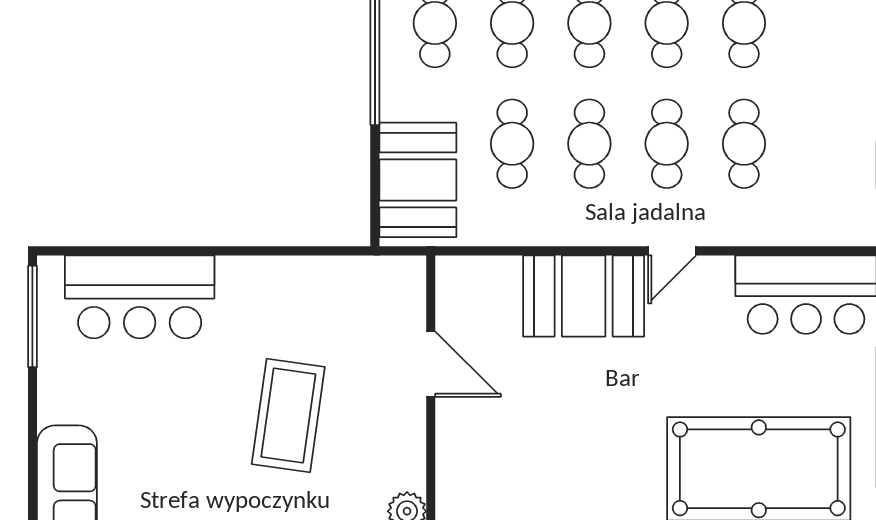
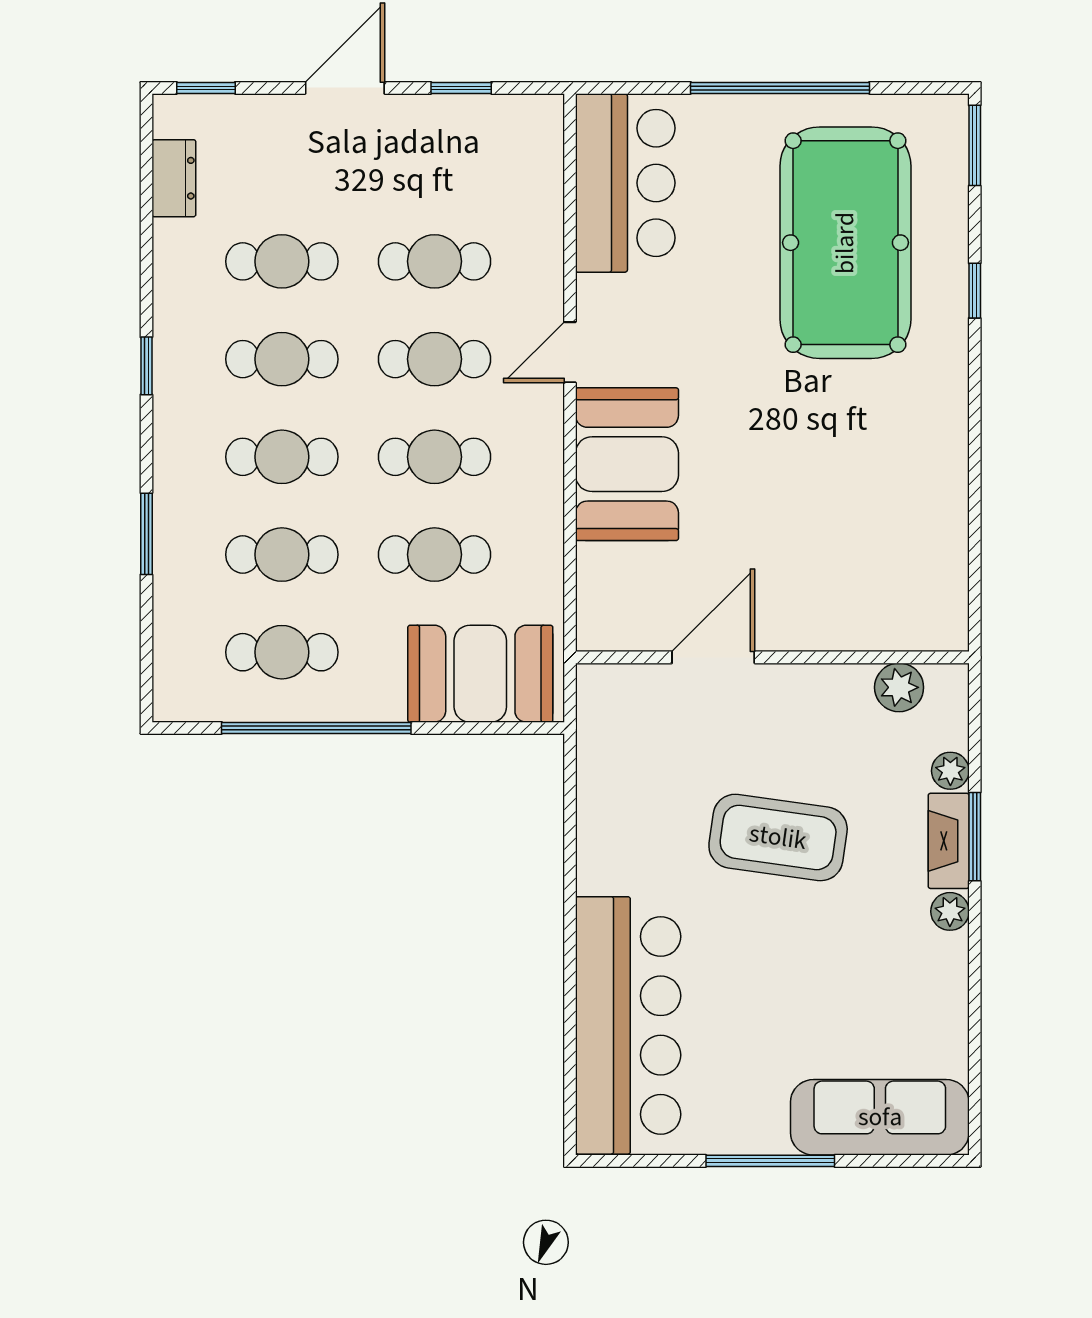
door: (672, 251) -> (570, 352), swing flipped
bar counter: (140, 297) -> (628, 1025), width x1.36
window: (32, 316) -> (770, 1161), moved

